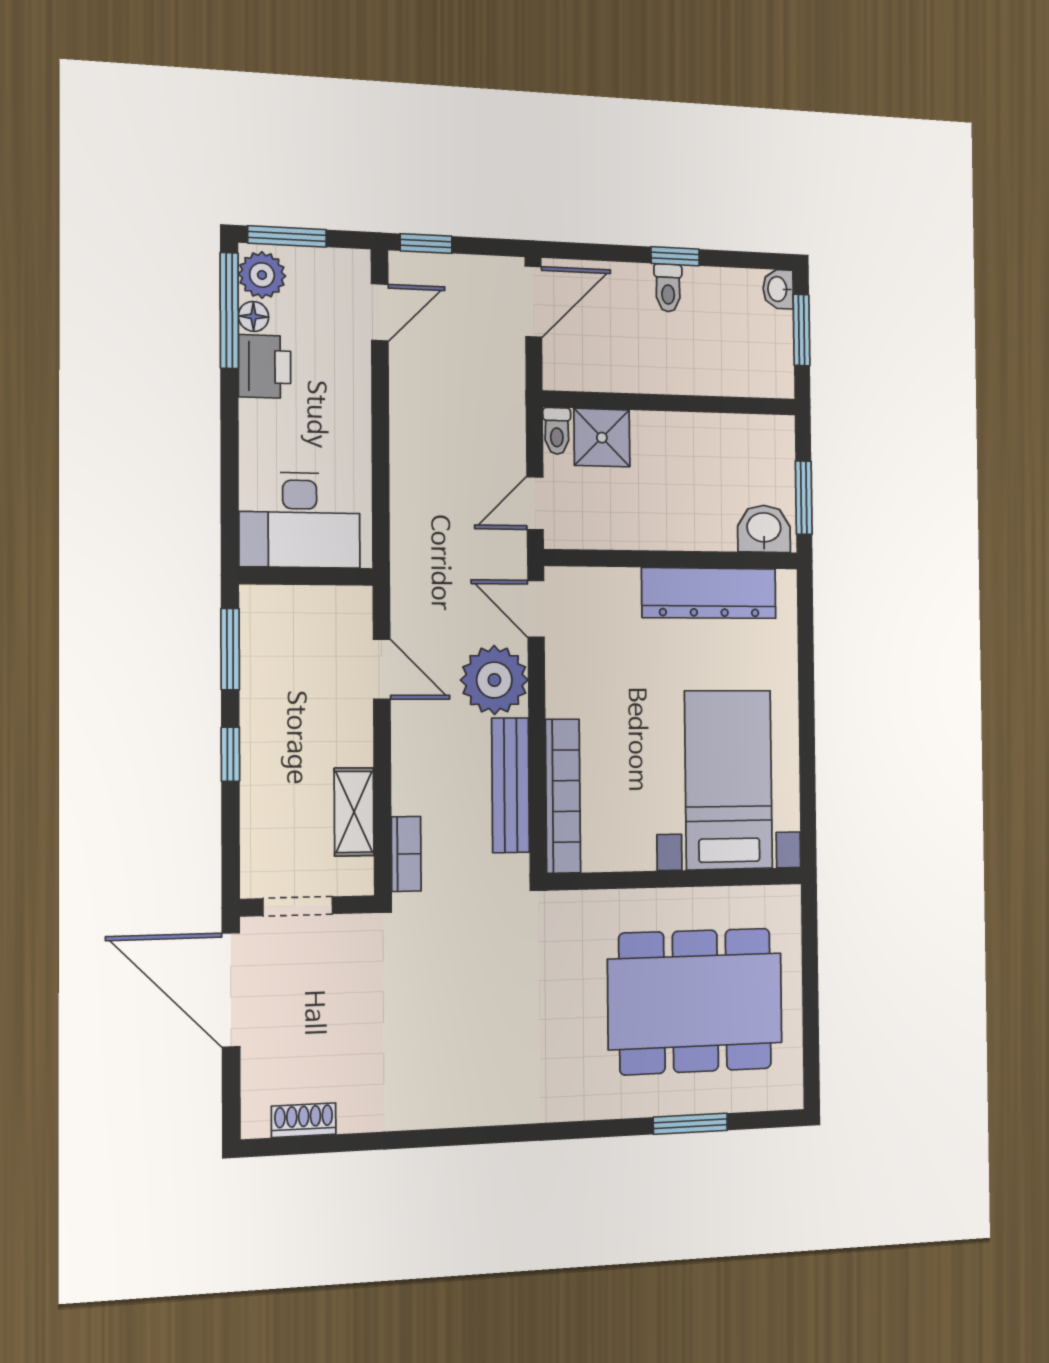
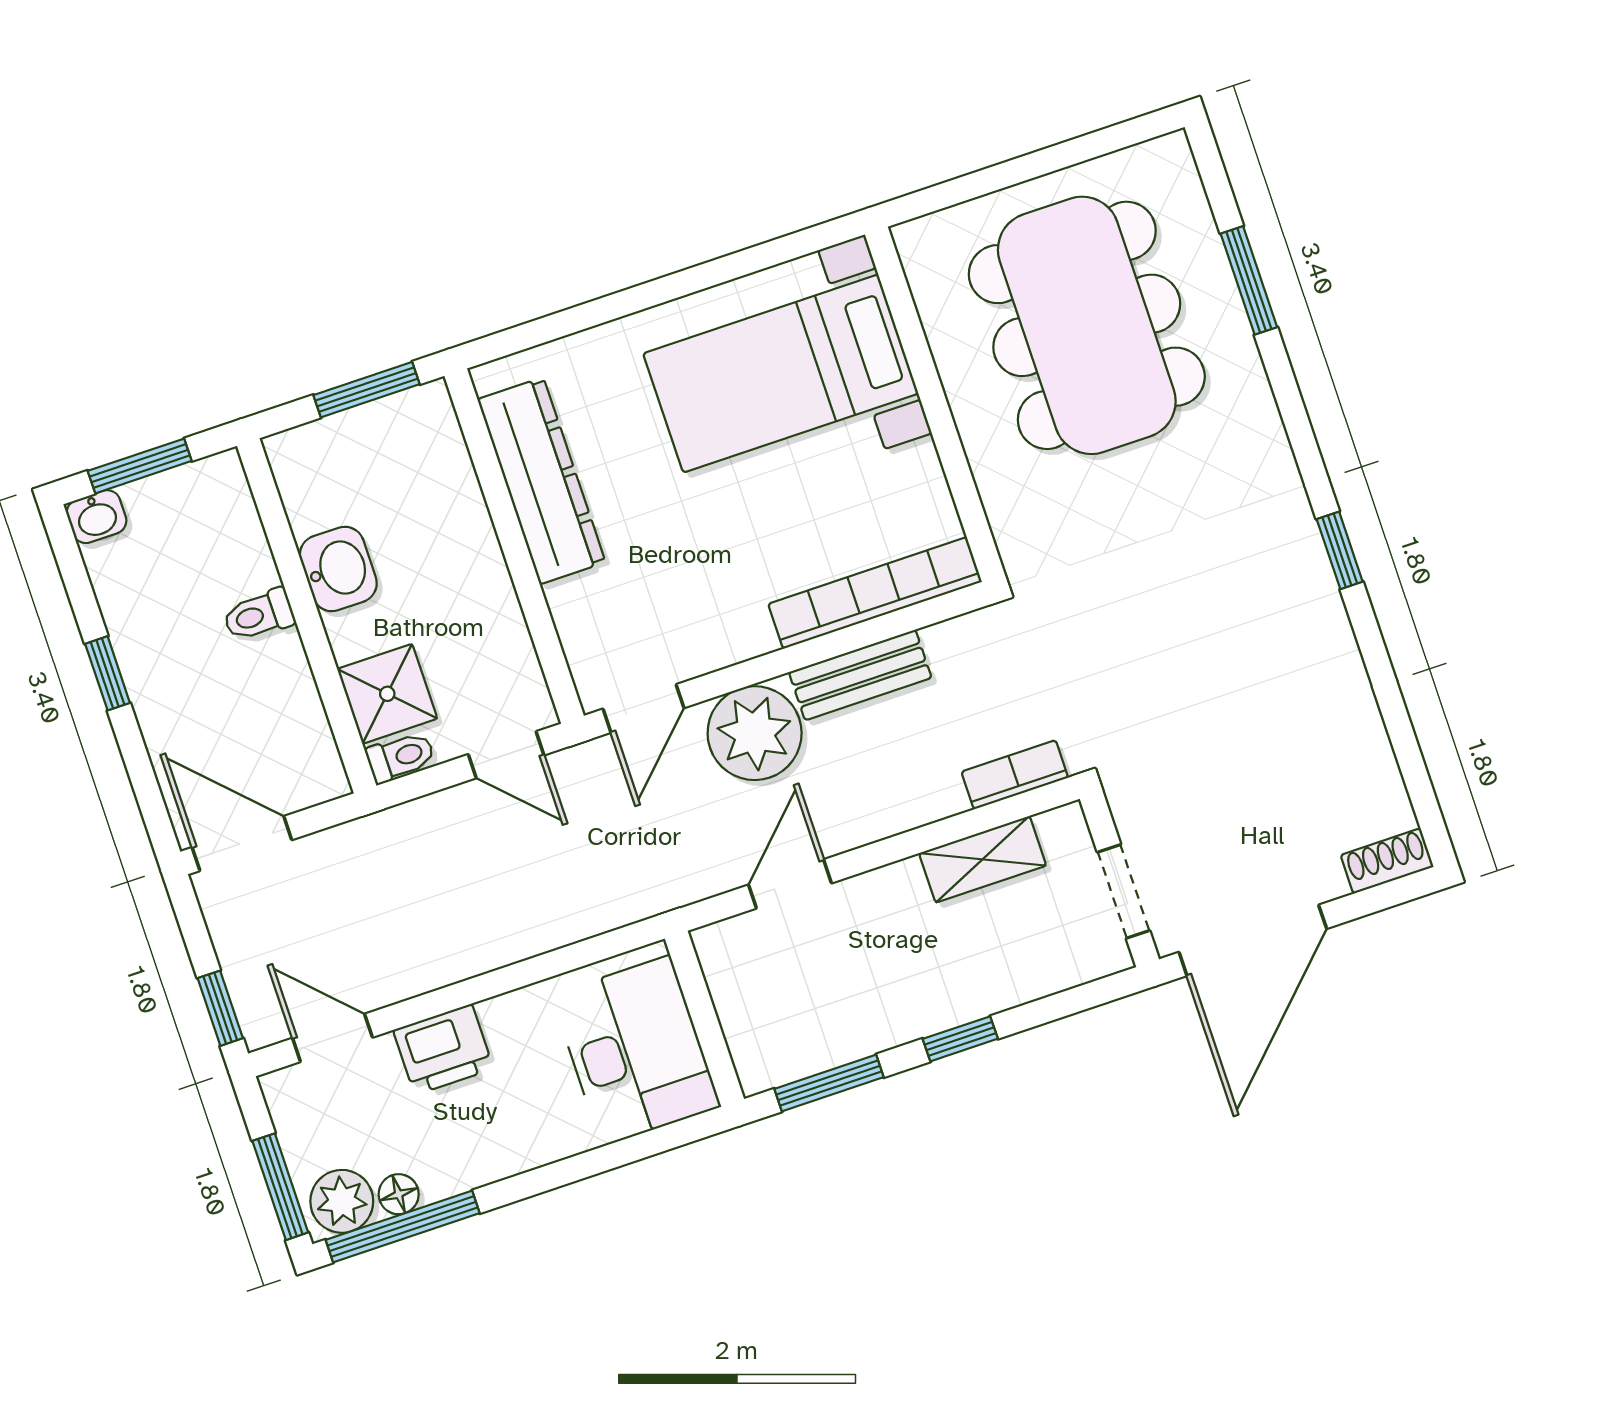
toilet: (668, 288) -> (259, 615), moved, turned 180
printer: (265, 367) -> (443, 1049), moved, turned 180
washbasin: (764, 529) -> (338, 569), moved, turned 180
bench: (511, 785) -> (860, 675), width x0.73
shoe rack: (304, 1120) -> (1387, 861), moved, turned 90
window: (488, 1135) -> (1340, 550), added

